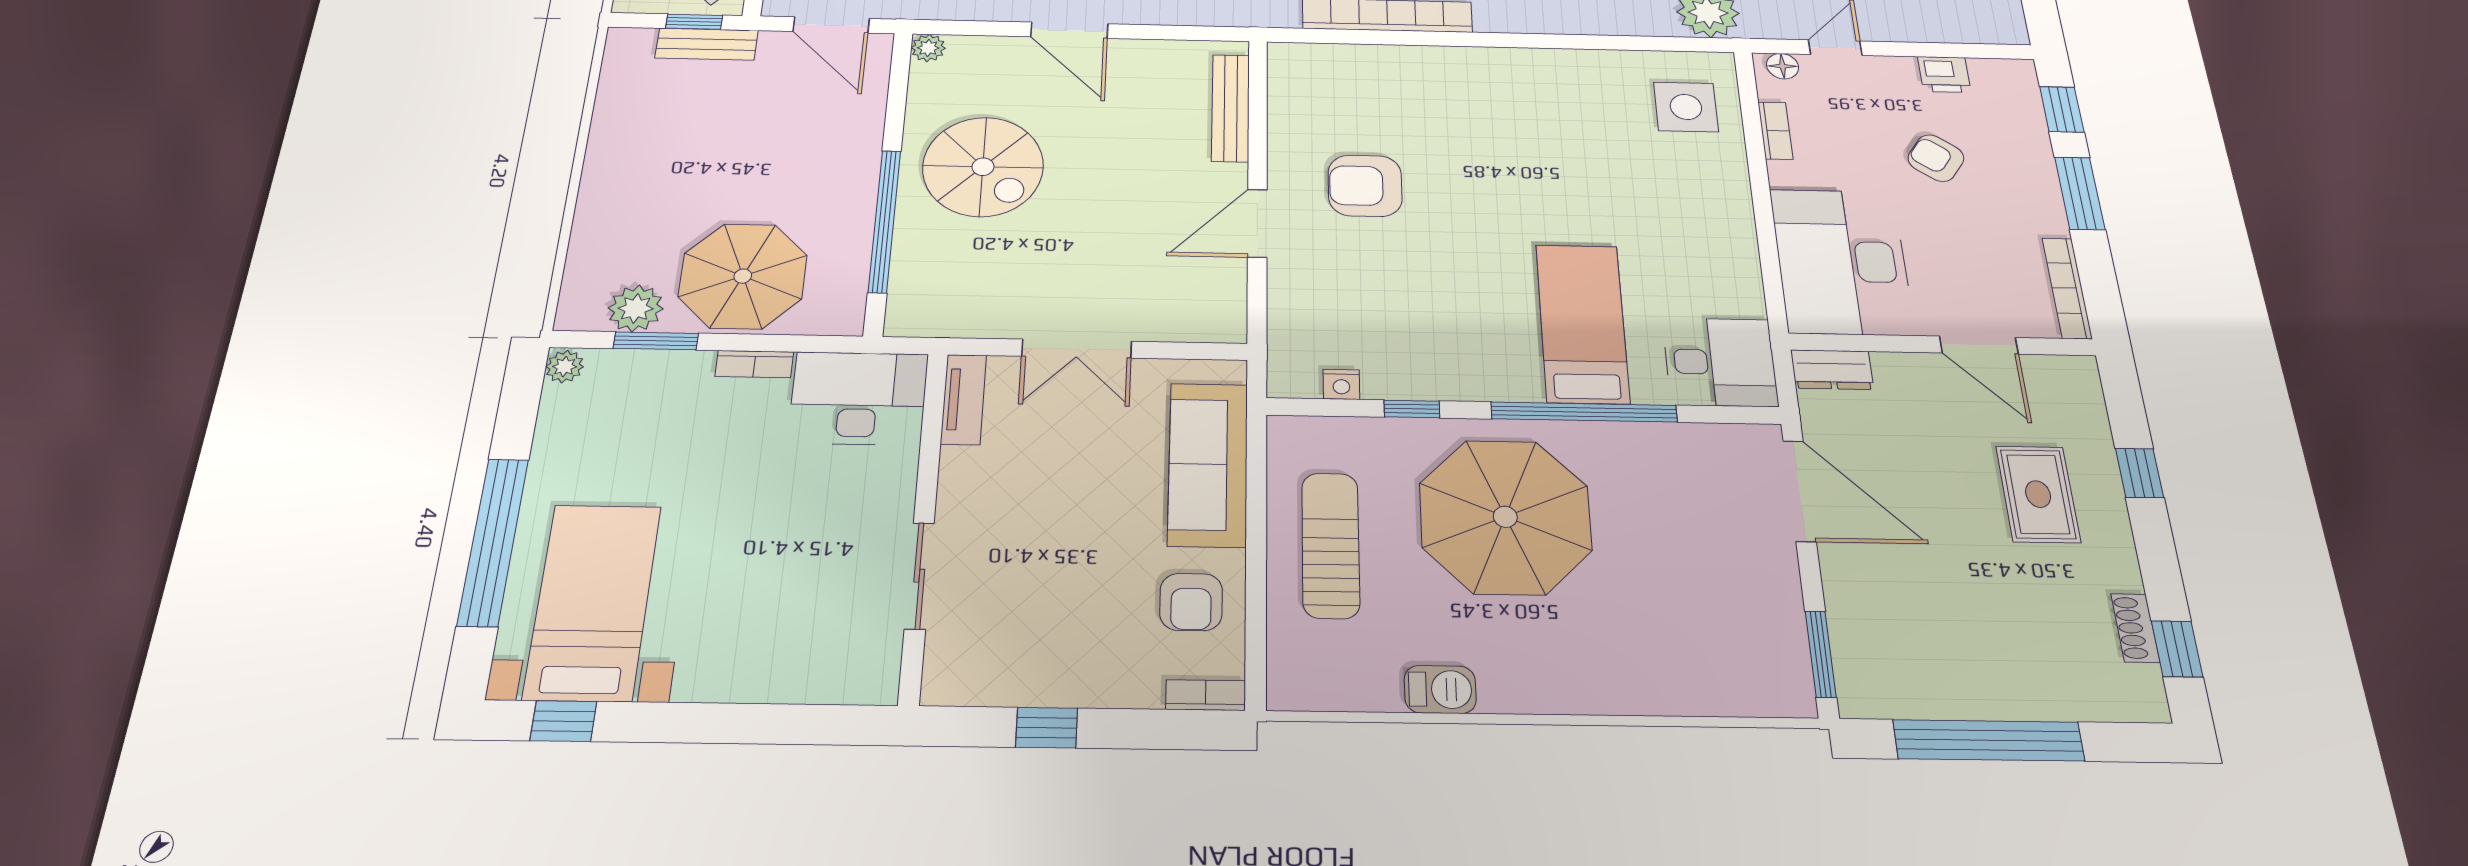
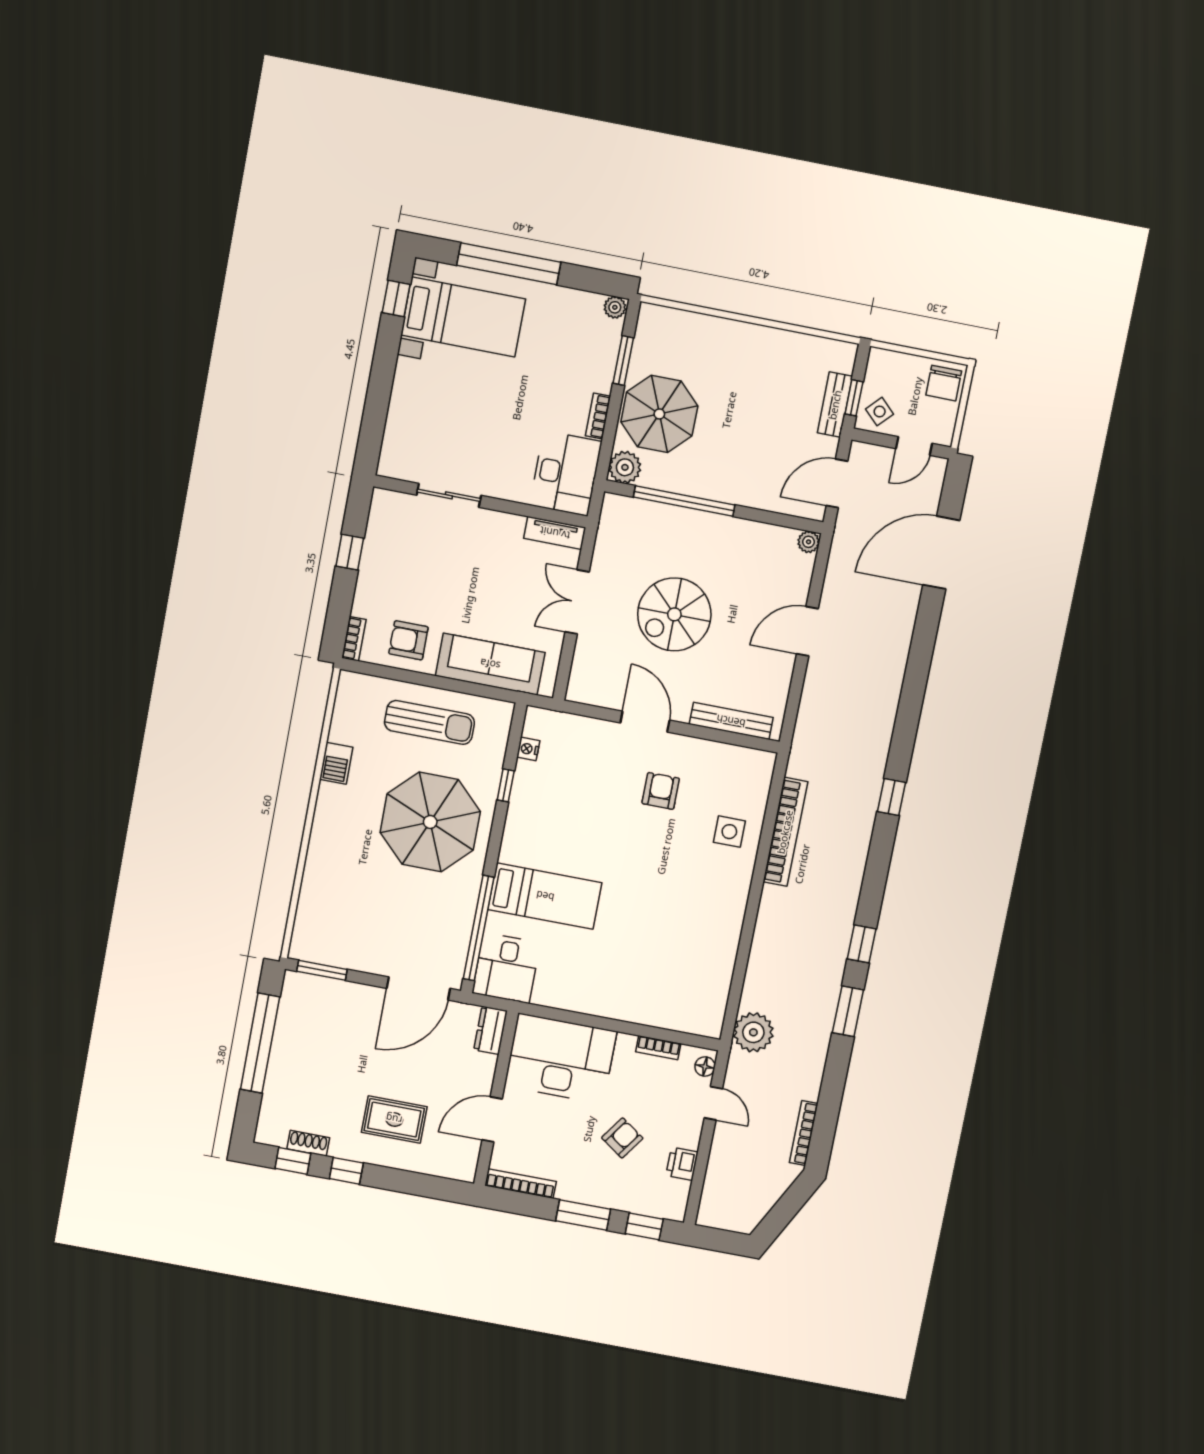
side table: (1686, 107) -> (729, 832), moved, width x0.73, depth x0.73
spiral stairs: (983, 167) -> (674, 614), moved
armchair: (1365, 186) -> (661, 791), width x0.72, depth x0.72
plant: (636, 308) -> (625, 467), moved
window: (1584, 412) -> (479, 928), moved
window: (2139, 473) -> (346, 1171), moved

